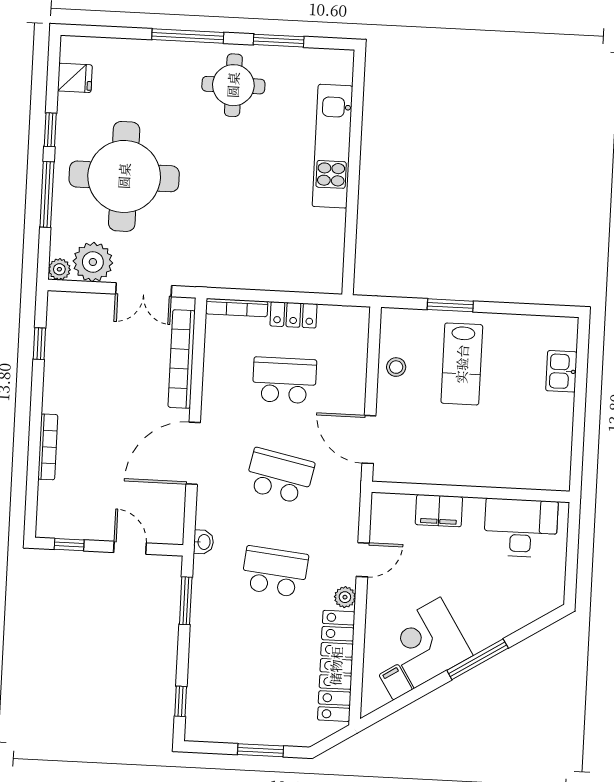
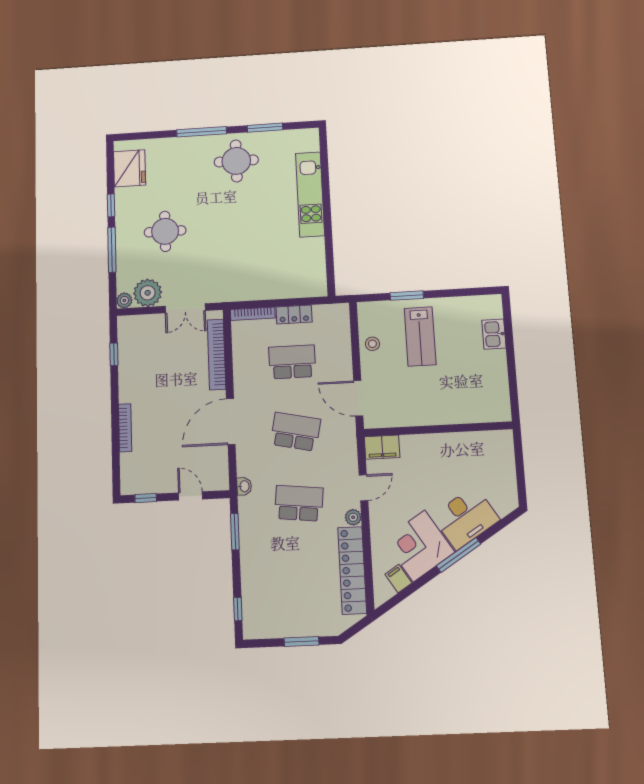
fridge: (75, 78) -> (130, 168), width x1.88, depth x1.34
round table: (124, 176) -> (165, 231), width x0.54, depth x0.54
filing cabinet: (439, 511) -> (382, 447), moved
desk: (521, 528) -> (466, 518), moved, turned 148

